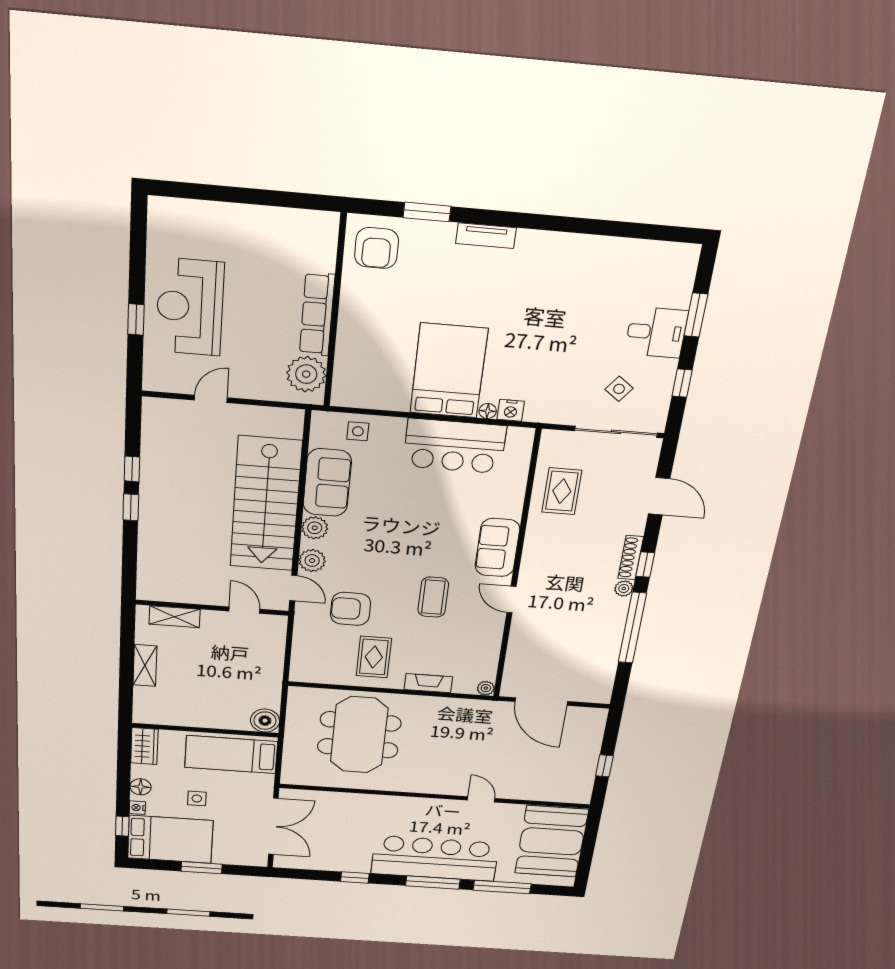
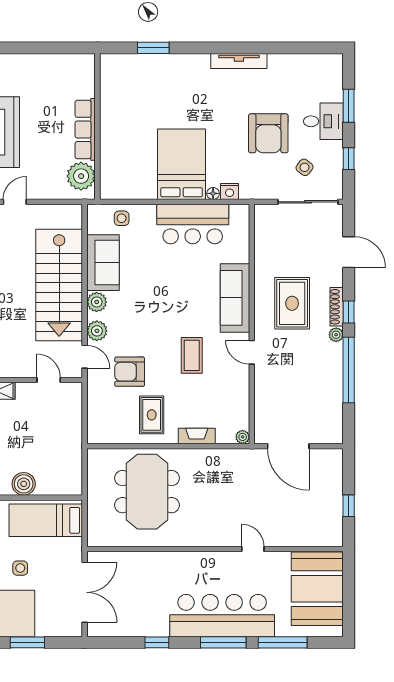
tv unit: (486, 236) -> (239, 61), moved, width x1.41
armchair: (377, 248) -> (268, 133), moved, width x1.36, depth x1.36
rug: (562, 491) -> (292, 303), moved, width x1.36, depth x1.43
sofa: (497, 548) -> (235, 298), width x1.36
boiler: (265, 721) -> (24, 484), moved

